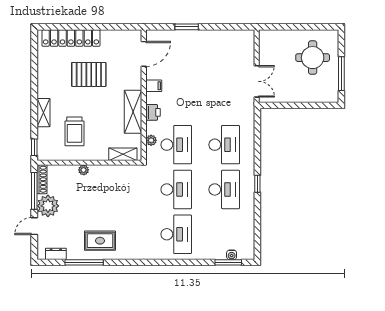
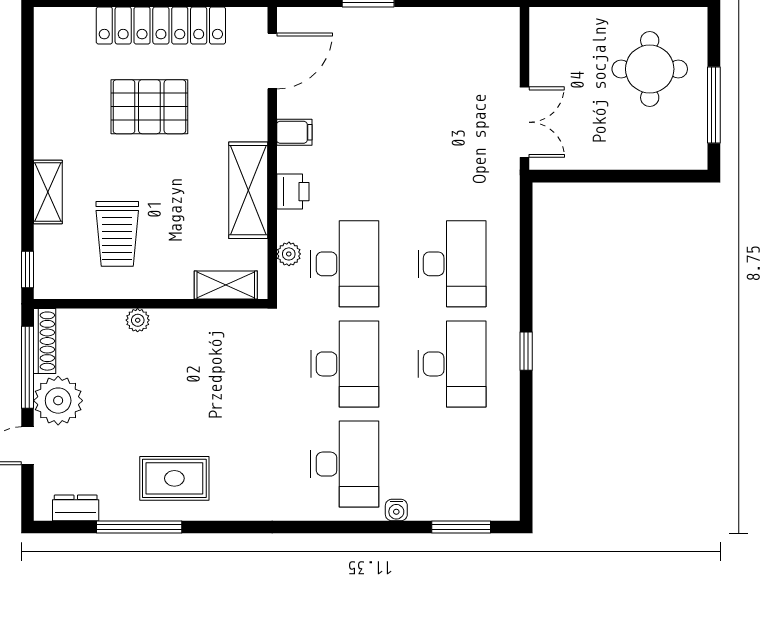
locker: (71, 38) -> (161, 25), moved
water cooler: (232, 255) -> (396, 510), moved

